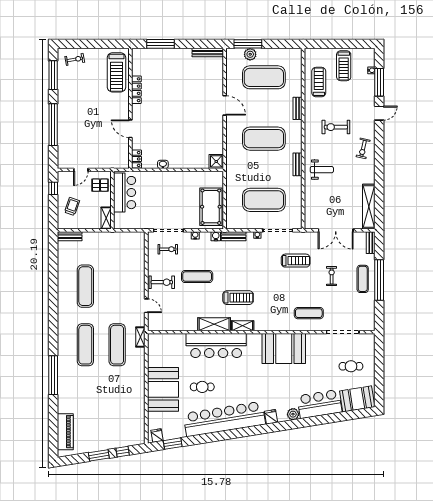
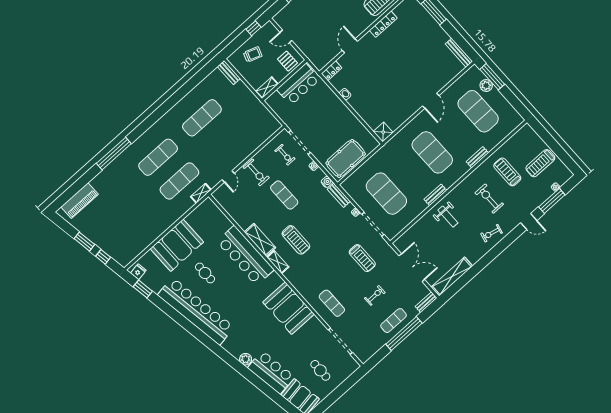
treadmill: (319, 82) -> (507, 172), moved, turned -90
double door: (336, 230) -> (412, 268), swing flipped
fridge: (271, 417) -> (229, 345), removed

